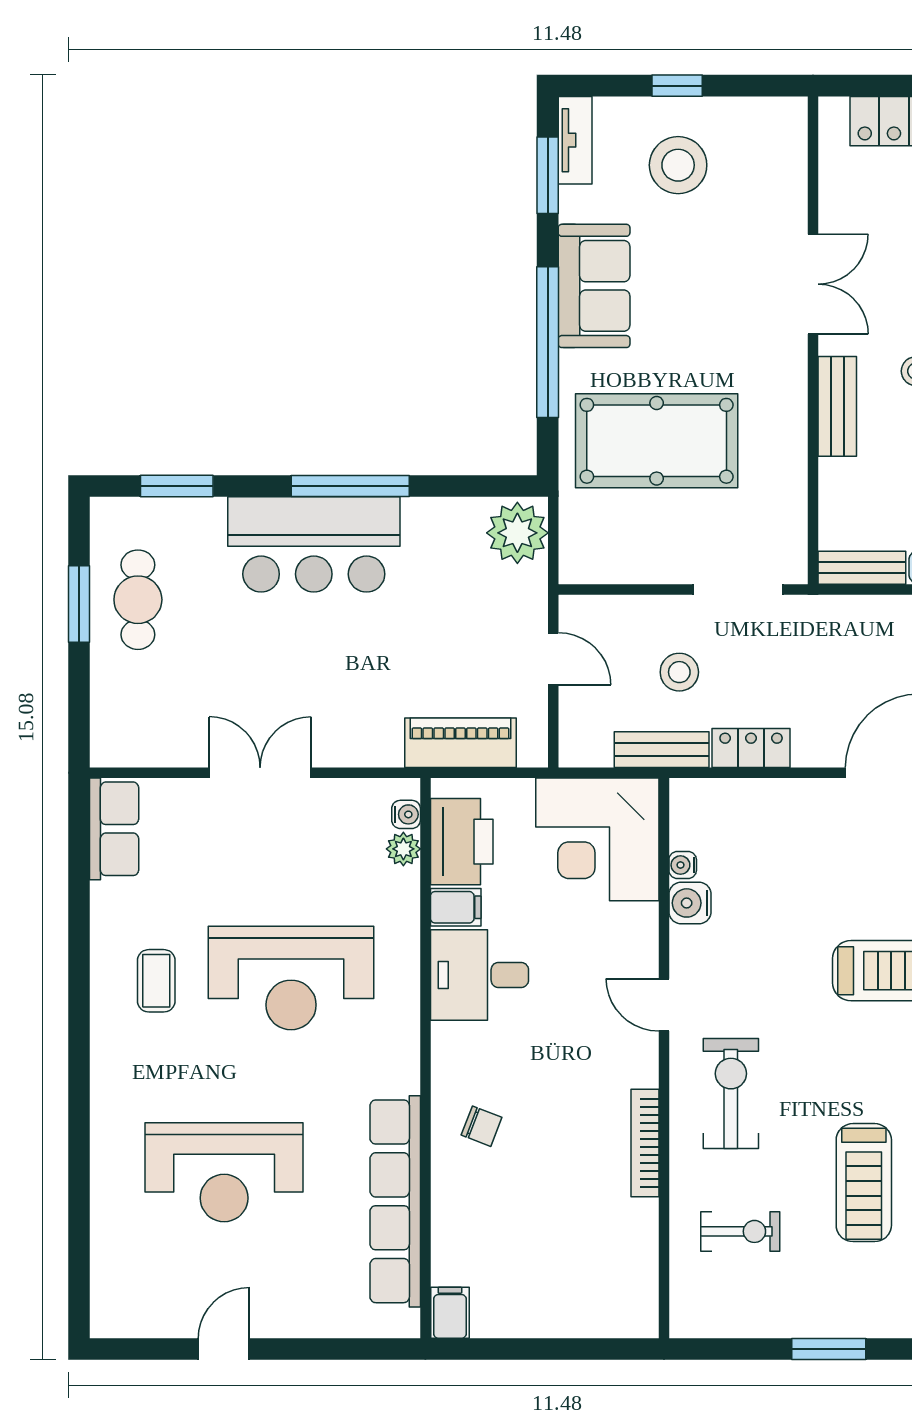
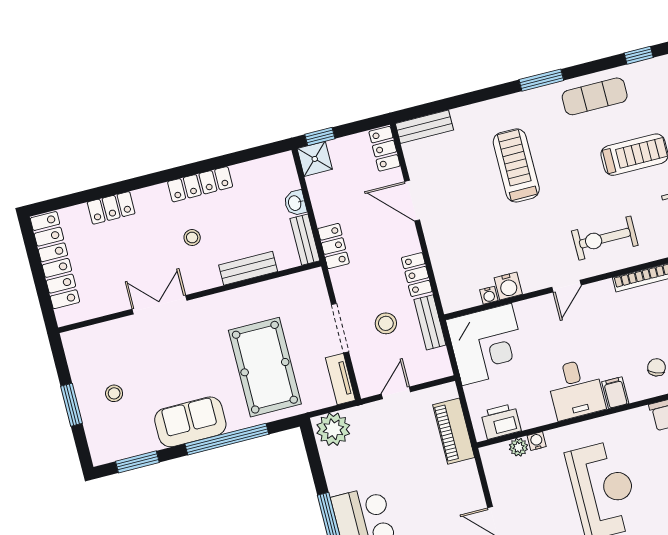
window: (677, 86) -> (72, 405), width x1.50
tv unit: (575, 140) -> (340, 379), moved, turned -90
stool: (678, 165) -> (114, 393), width x0.53, depth x0.53
bench: (837, 406) -> (248, 268), moved
doorway: (738, 590) -> (340, 328), moved
locker: (838, 615) -> (333, 246), added
water cooler: (406, 814) -> (537, 441), moved
printer: (462, 842) -> (501, 421), width x0.73, depth x0.84
filing cabinet: (456, 907) -> (615, 393), moved

